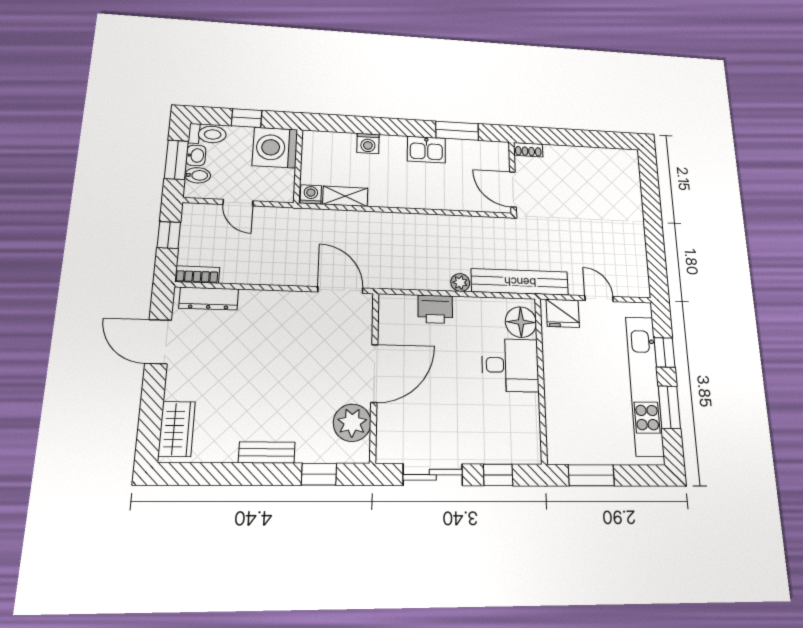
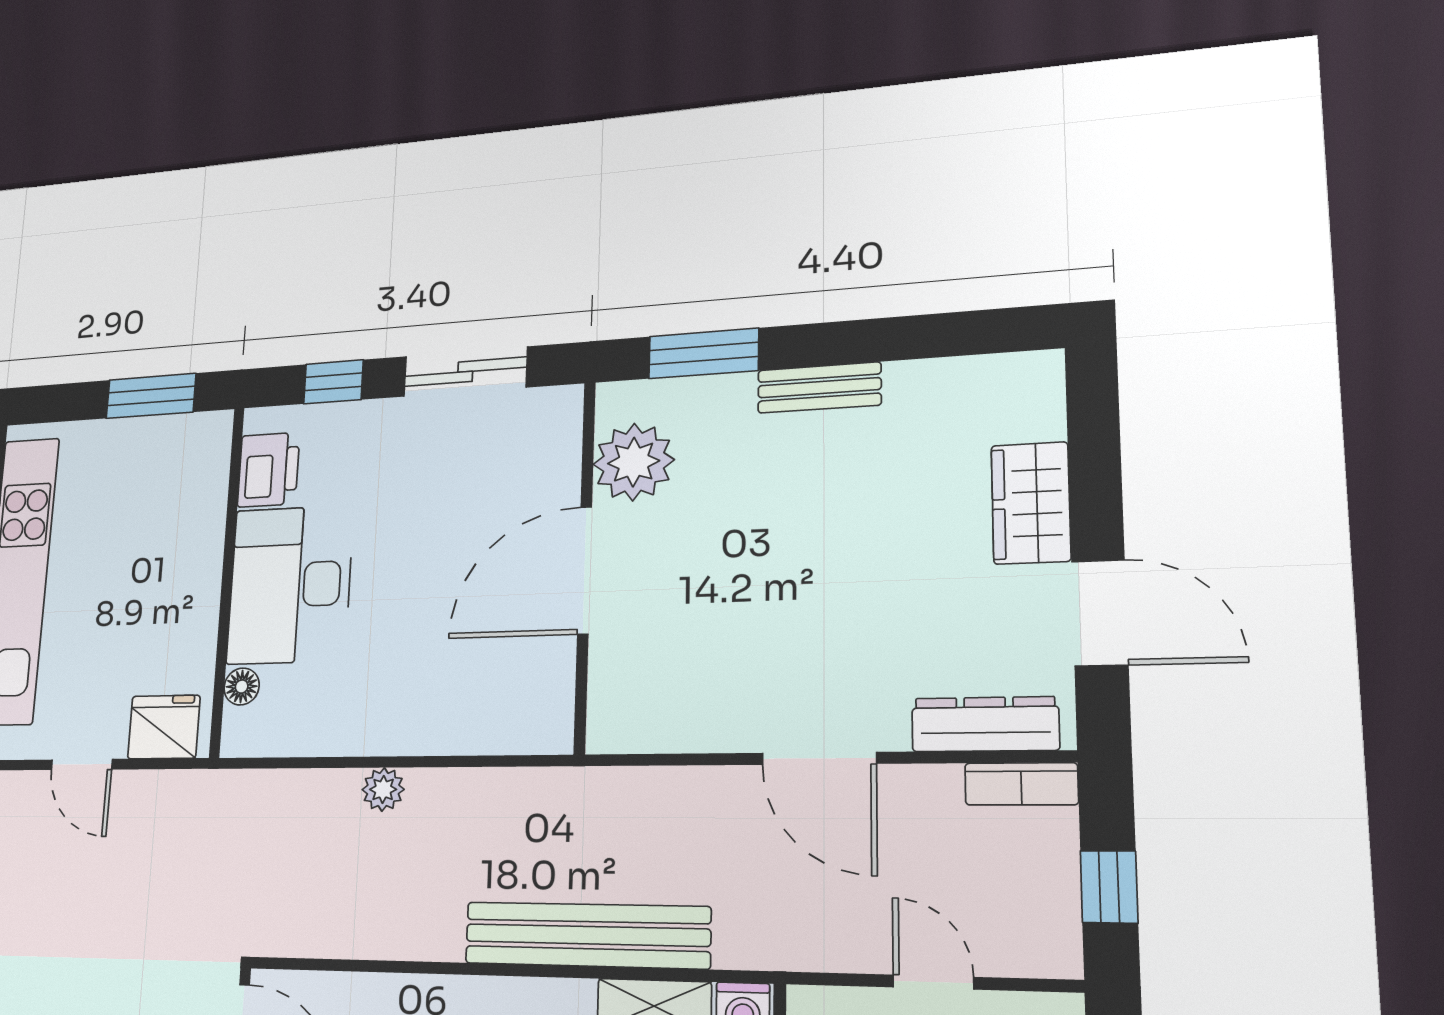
bench: (520, 282) -> (586, 935), moved
door: (340, 290) -> (819, 758), moved
printer: (435, 309) -> (268, 470), moved, turned 90
floor lamp: (521, 322) -> (242, 687), width x0.53, depth x0.53
desk: (510, 365) -> (290, 585), width x1.37
wardrobe: (177, 429) -> (1031, 503), moved
window: (319, 474) -> (703, 353), width x1.50

